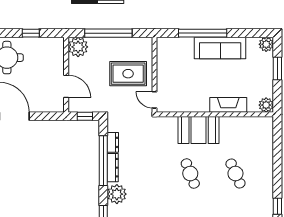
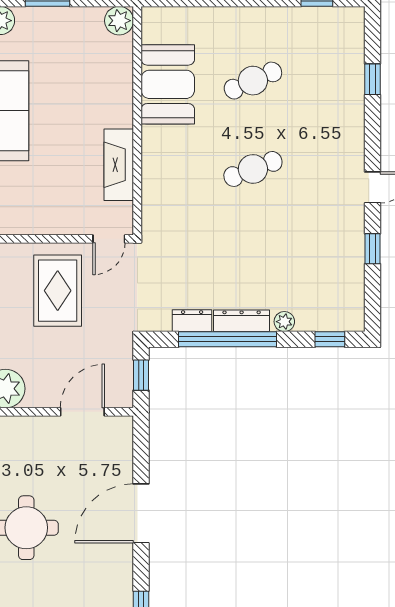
fireplace: (228, 105) -> (119, 165), moved
booth: (199, 130) -> (168, 84), moved
plant: (117, 194) -> (284, 322), width x0.53, depth x0.53

